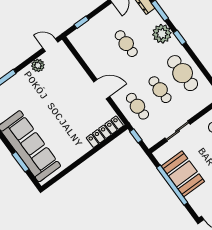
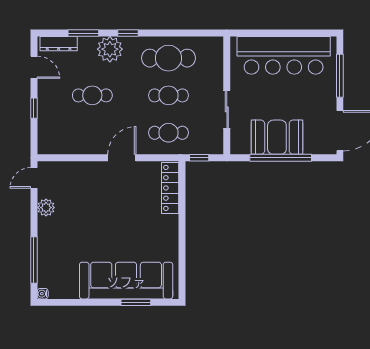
window: (81, 22) -> (34, 108), moved

